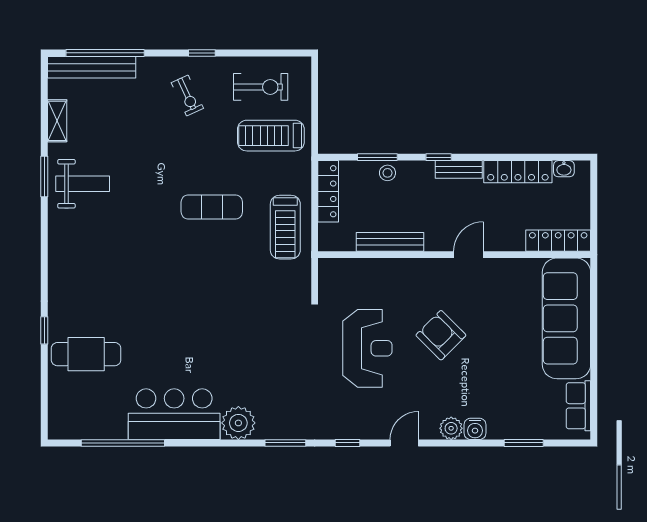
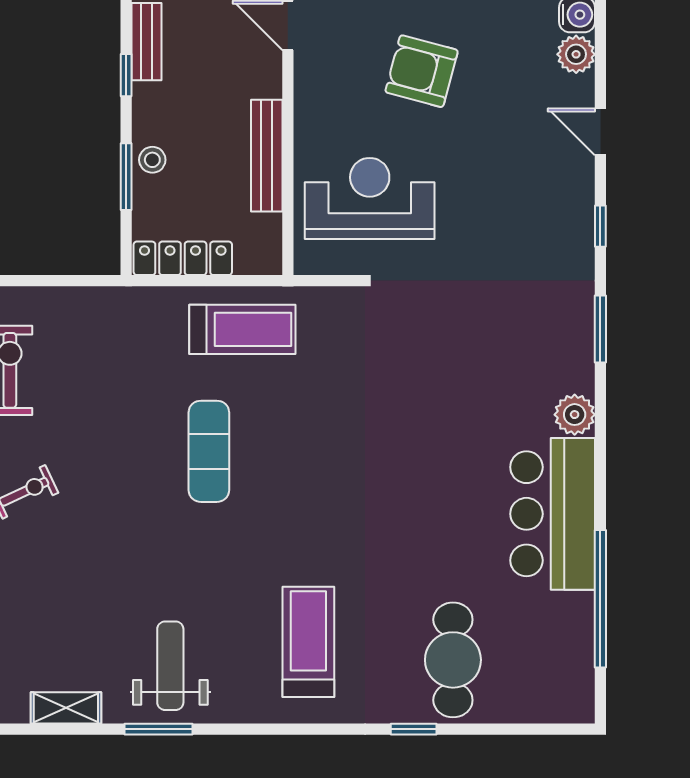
treadmill: (271, 136) -> (308, 642), moved, turned 180
armchair: (441, 335) -> (422, 71), turned 60
reception desk: (367, 348) -> (370, 198), moved
plant: (238, 423) -> (575, 415), width x0.73, depth x0.73

